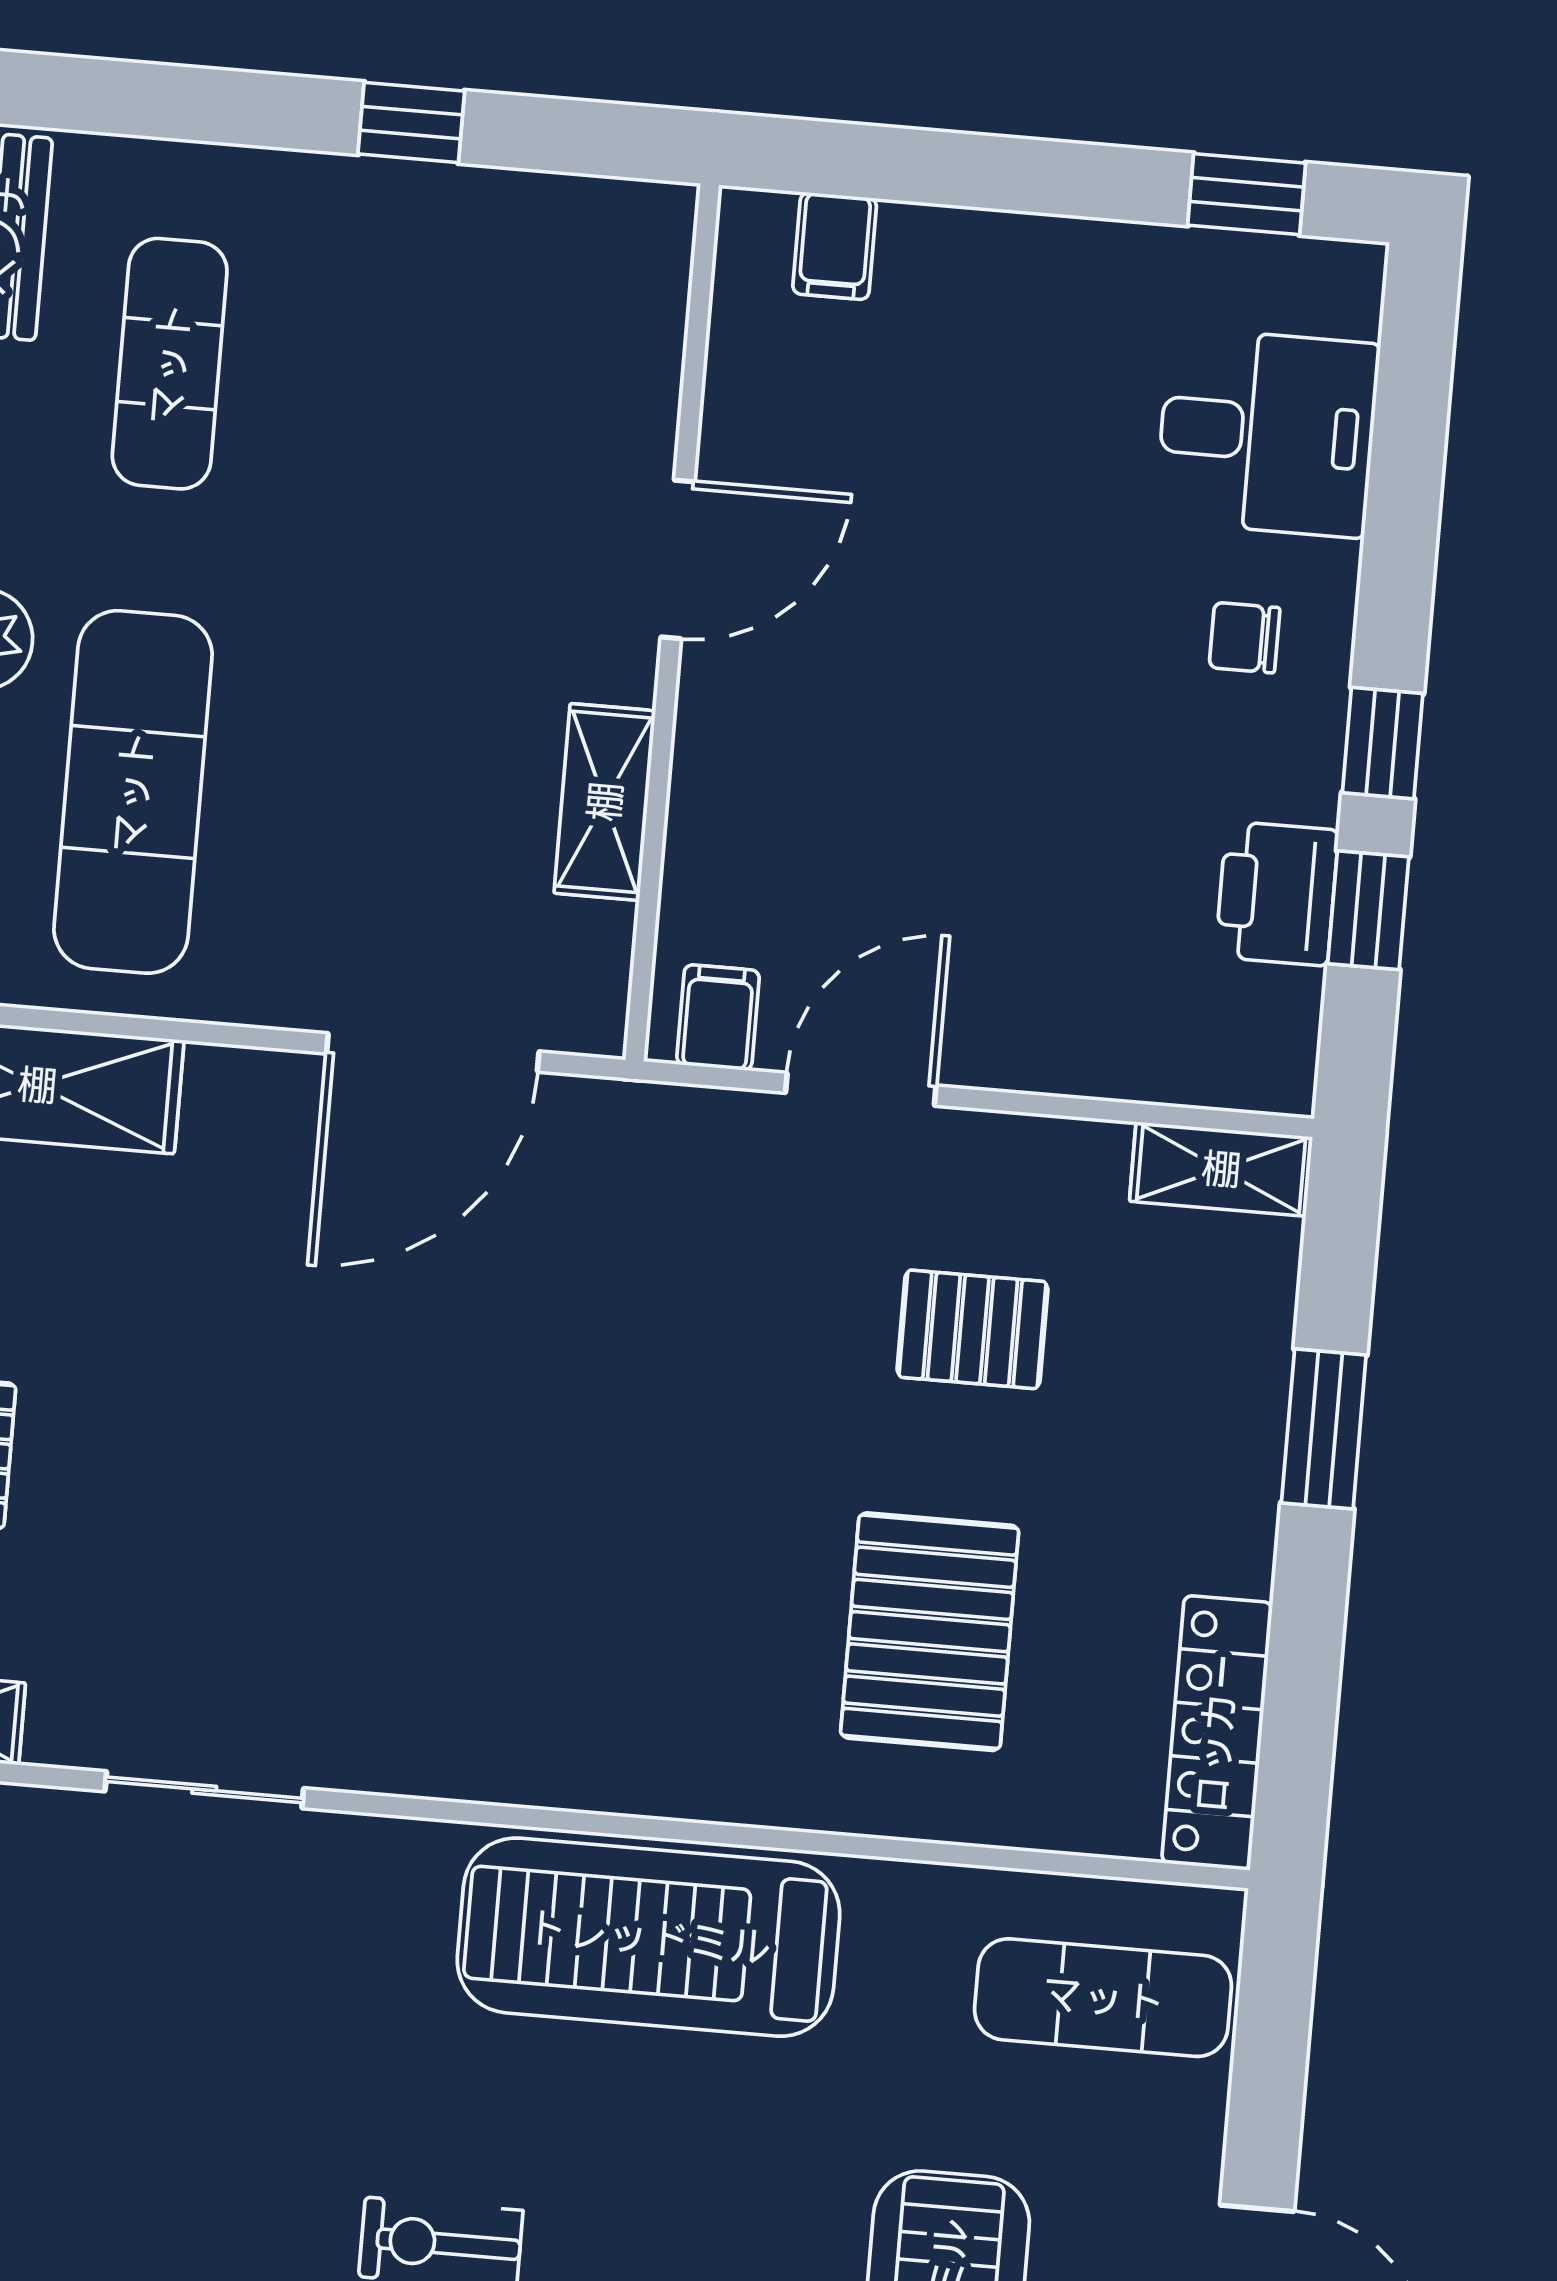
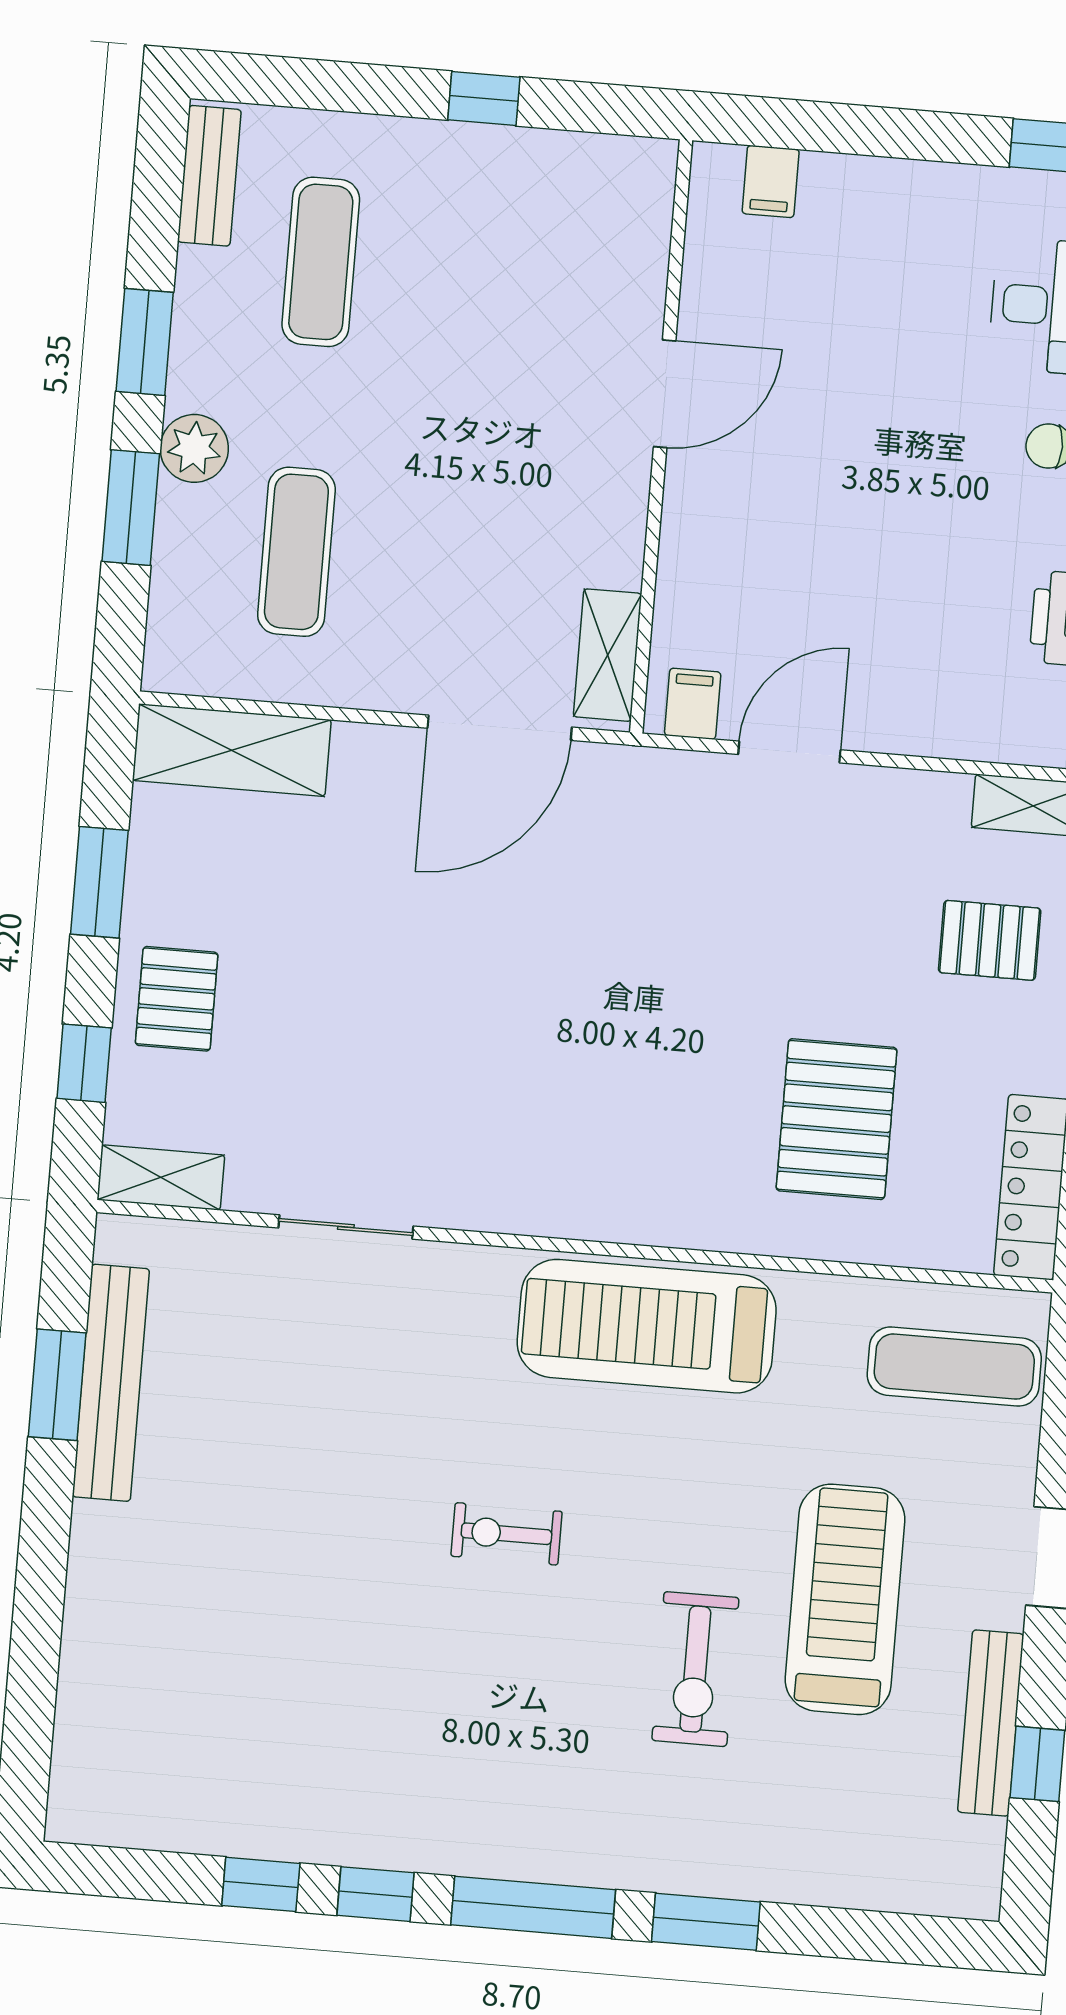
exercise mat: (133, 792) -> (296, 552), width x0.73, depth x0.69
shelving: (605, 802) -> (608, 655), moved
pallet: (973, 1329) -> (990, 940), moved

